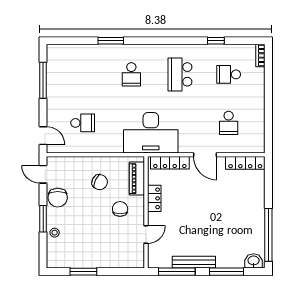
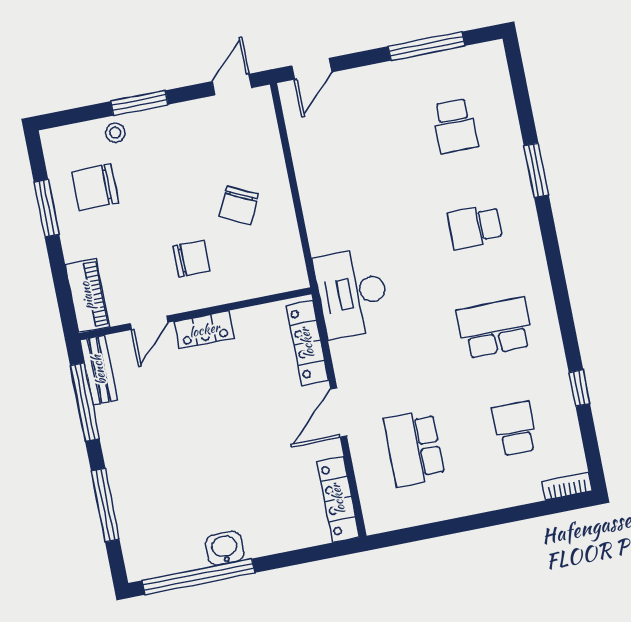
school desk: (83, 123) -> (455, 126), moved
school desk: (229, 123) -> (414, 448), width x1.85
desk: (151, 133) -> (352, 293), width x0.73, depth x0.77
piano: (137, 179) -> (87, 296), moved, turned 90
chair: (58, 198) -> (95, 187), moved
locker: (154, 198) -> (204, 330), moved
door: (146, 234) -> (149, 323), hinge flipped
washbasin: (254, 261) -> (225, 548), moved, turned -90
bench: (194, 262) -> (99, 370), moved, width x0.73

